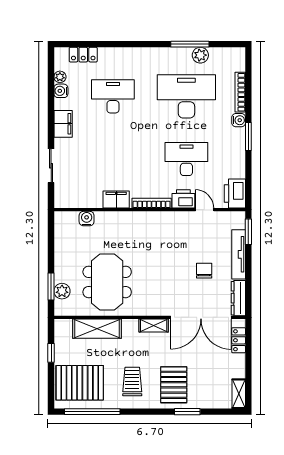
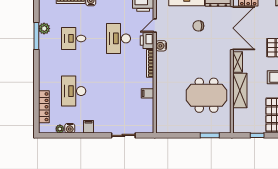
locker: (83, 55) -> (44, 107), width x1.53
desk: (186, 96) -> (74, 38), width x0.53, depth x0.77
filing cabinet: (63, 124) -> (88, 127), width x0.50
filing cabinet: (116, 199) -> (147, 93), width x0.50
water cooler: (87, 219) -> (161, 46), moved
plant: (62, 291) -> (213, 127), removed
shelving: (97, 329) -> (240, 91), moved

